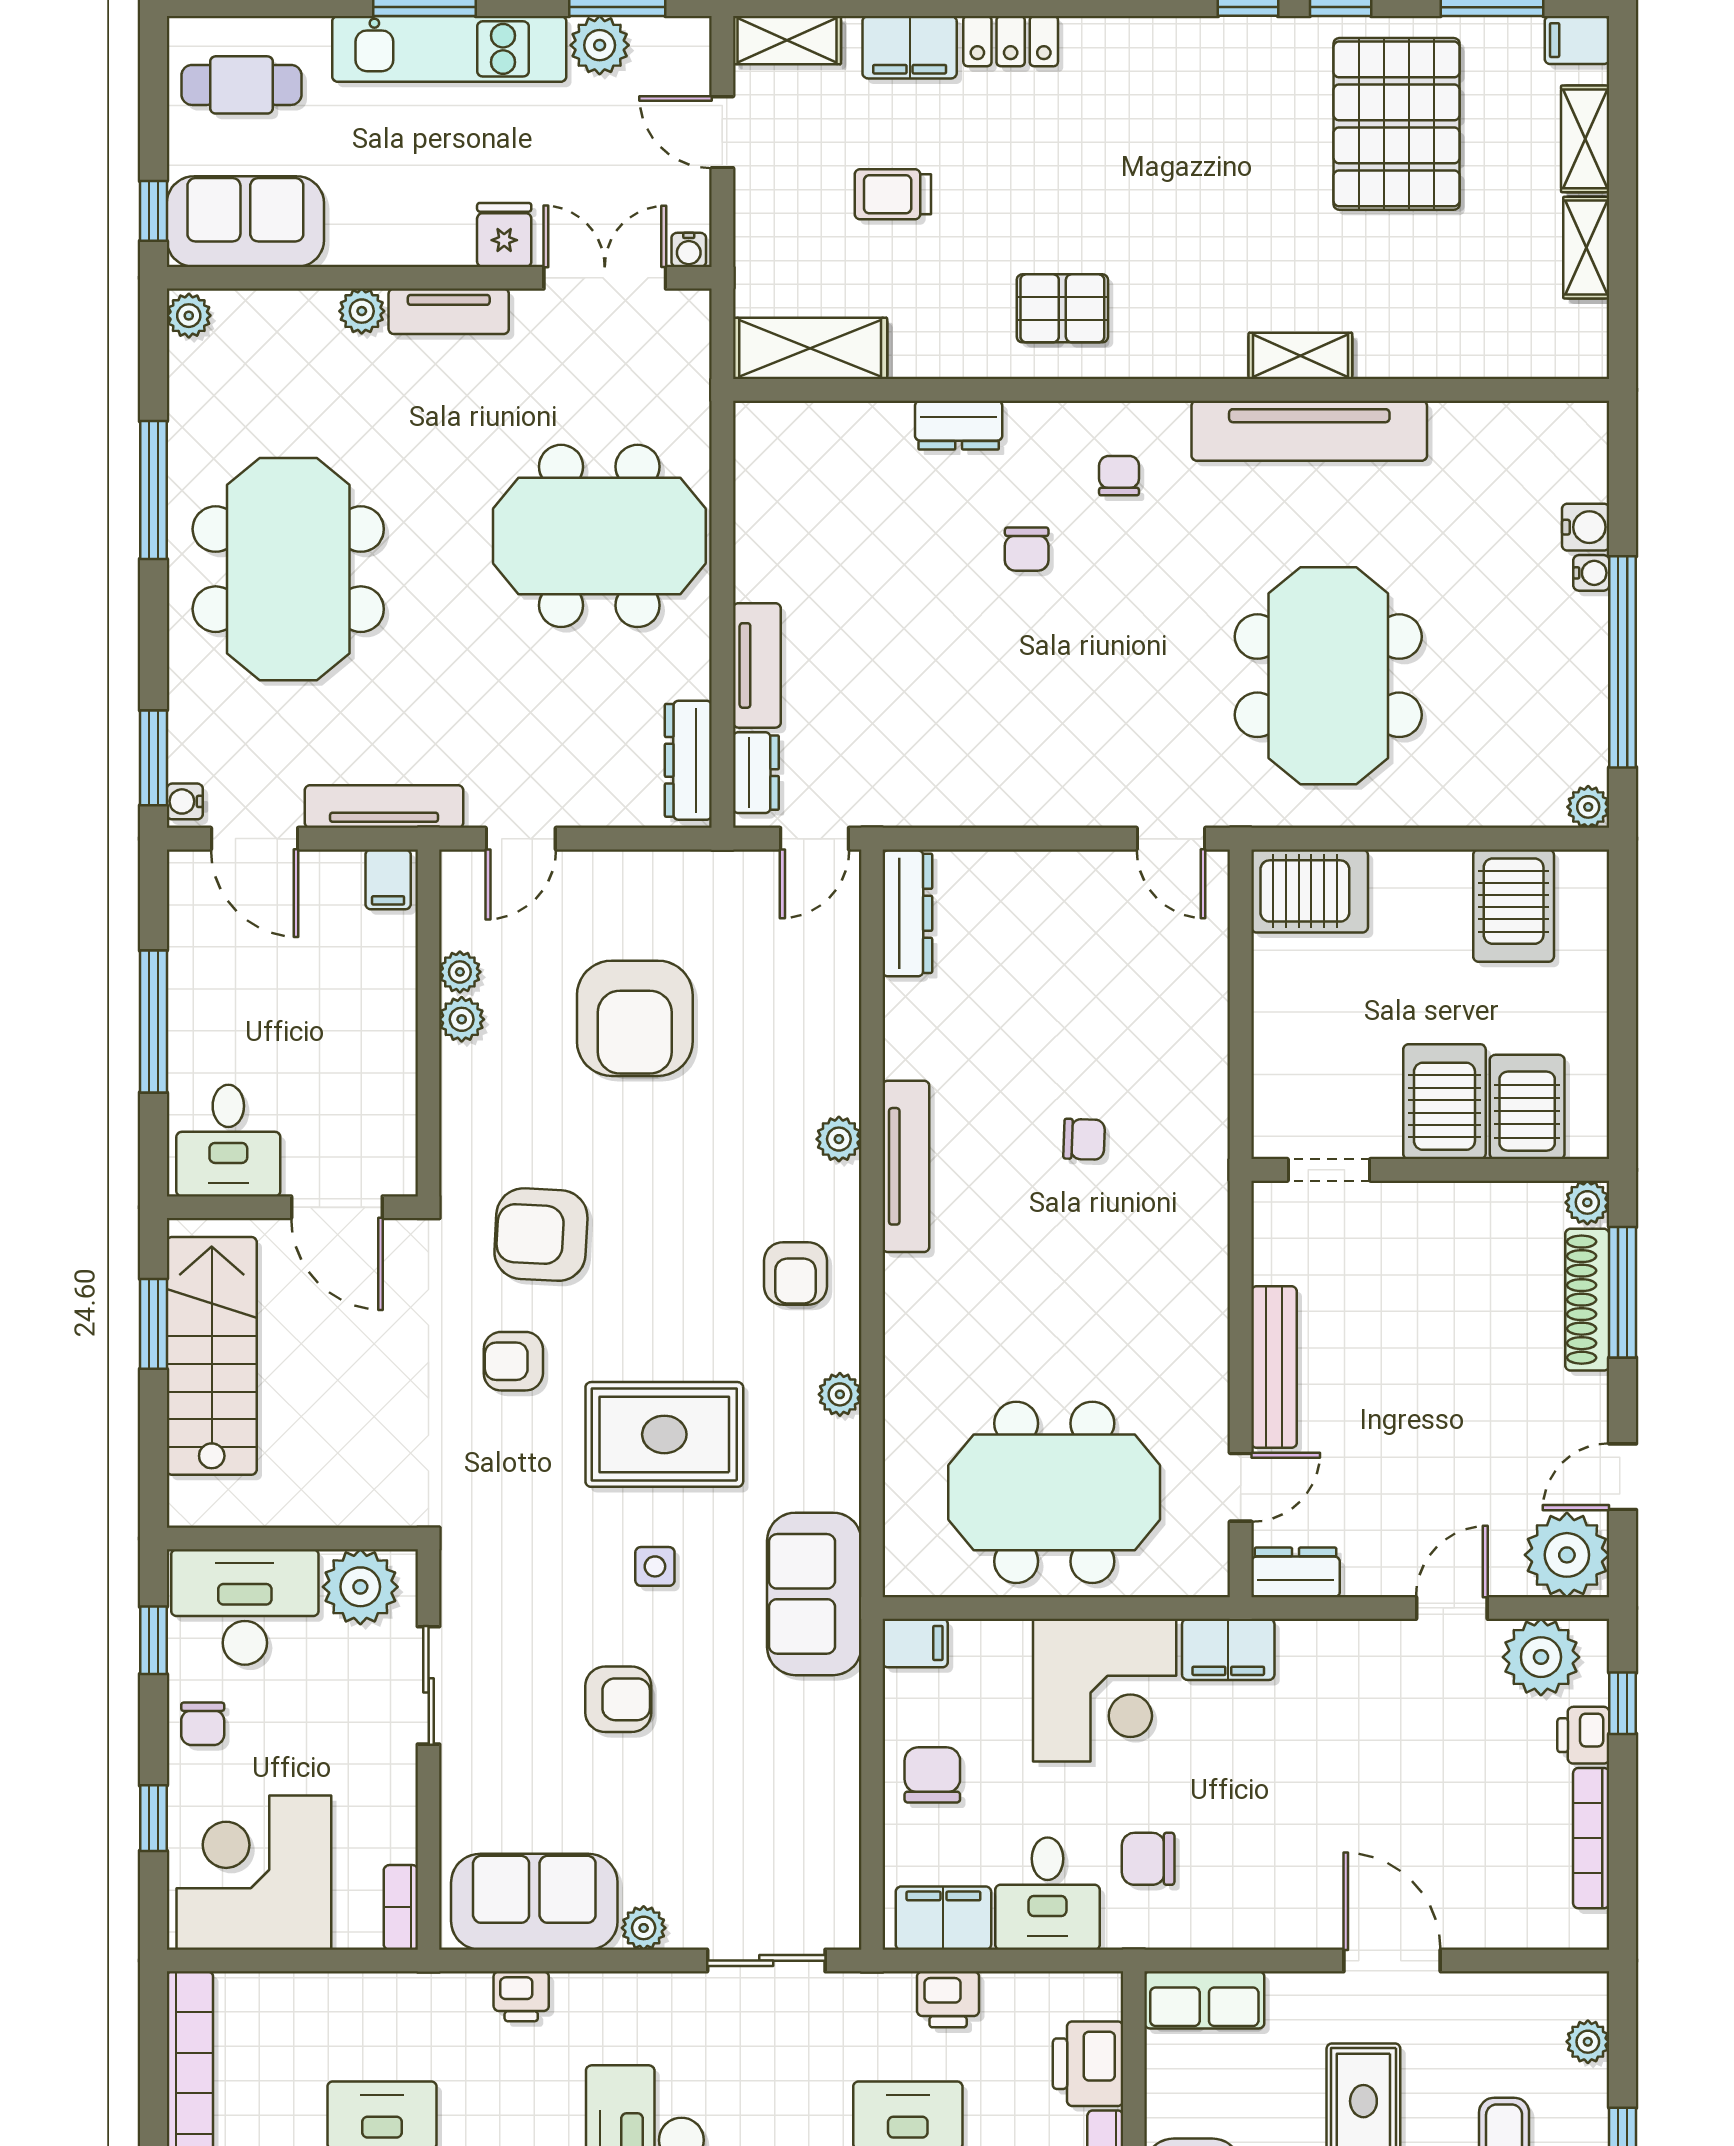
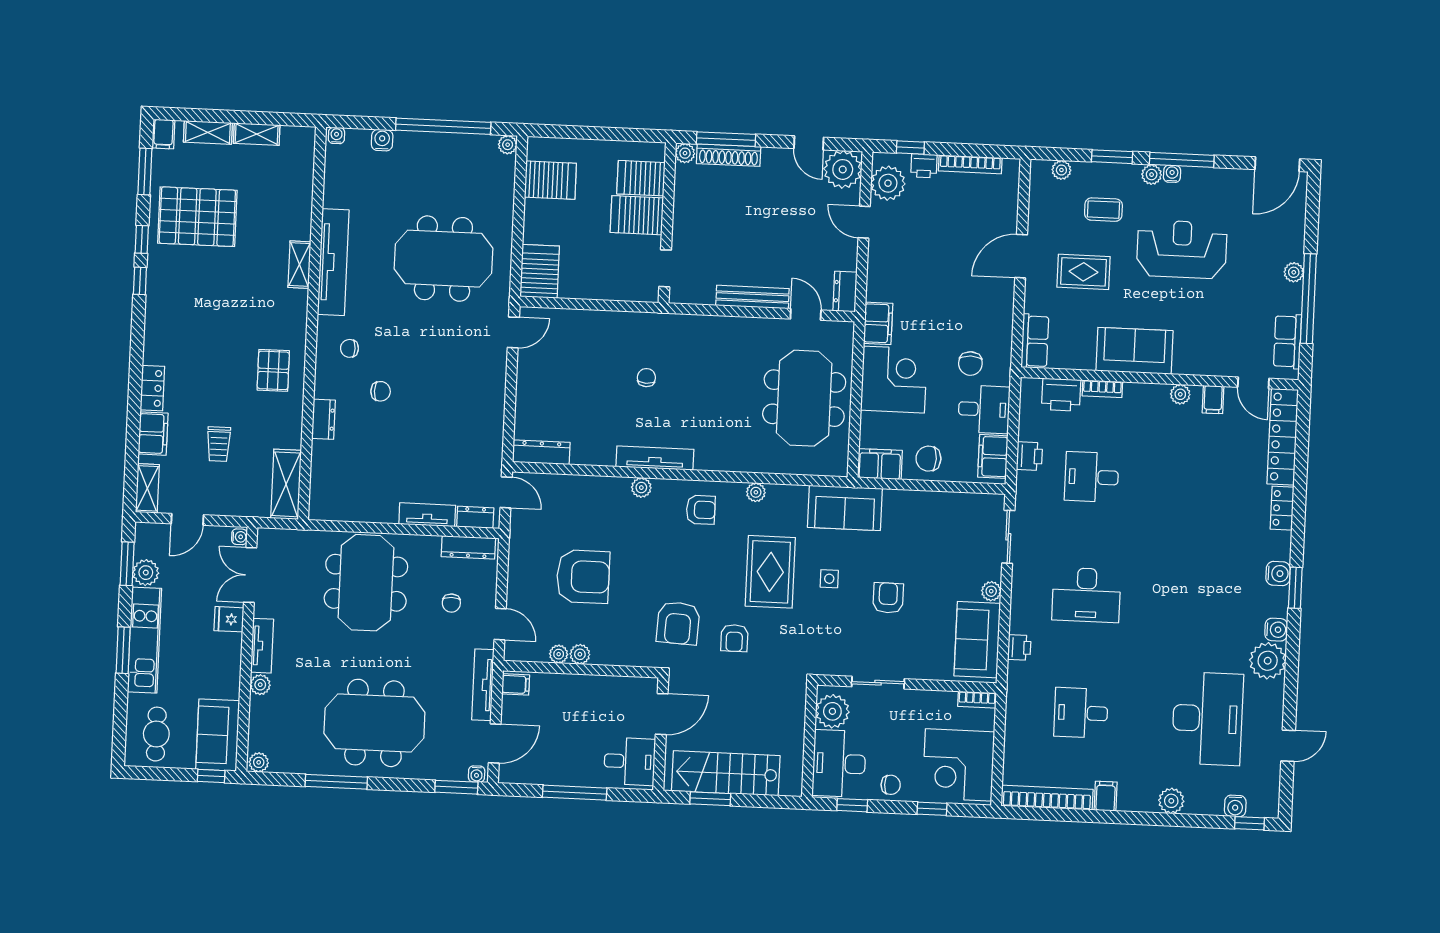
water cooler: (1591, 573) -> (336, 136), moved
chair: (563, 728) -> (451, 603), added
filing cabinet: (915, 1643) -> (880, 464), width x2.00

